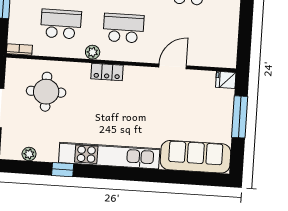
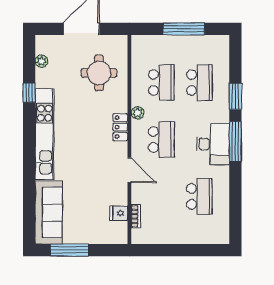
bookcase: (19, 49) -> (136, 216), moved
door: (173, 66) -> (129, 170), moved
fridge: (226, 80) -> (119, 213), moved, turned -90
window: (240, 117) -> (70, 250), moved

